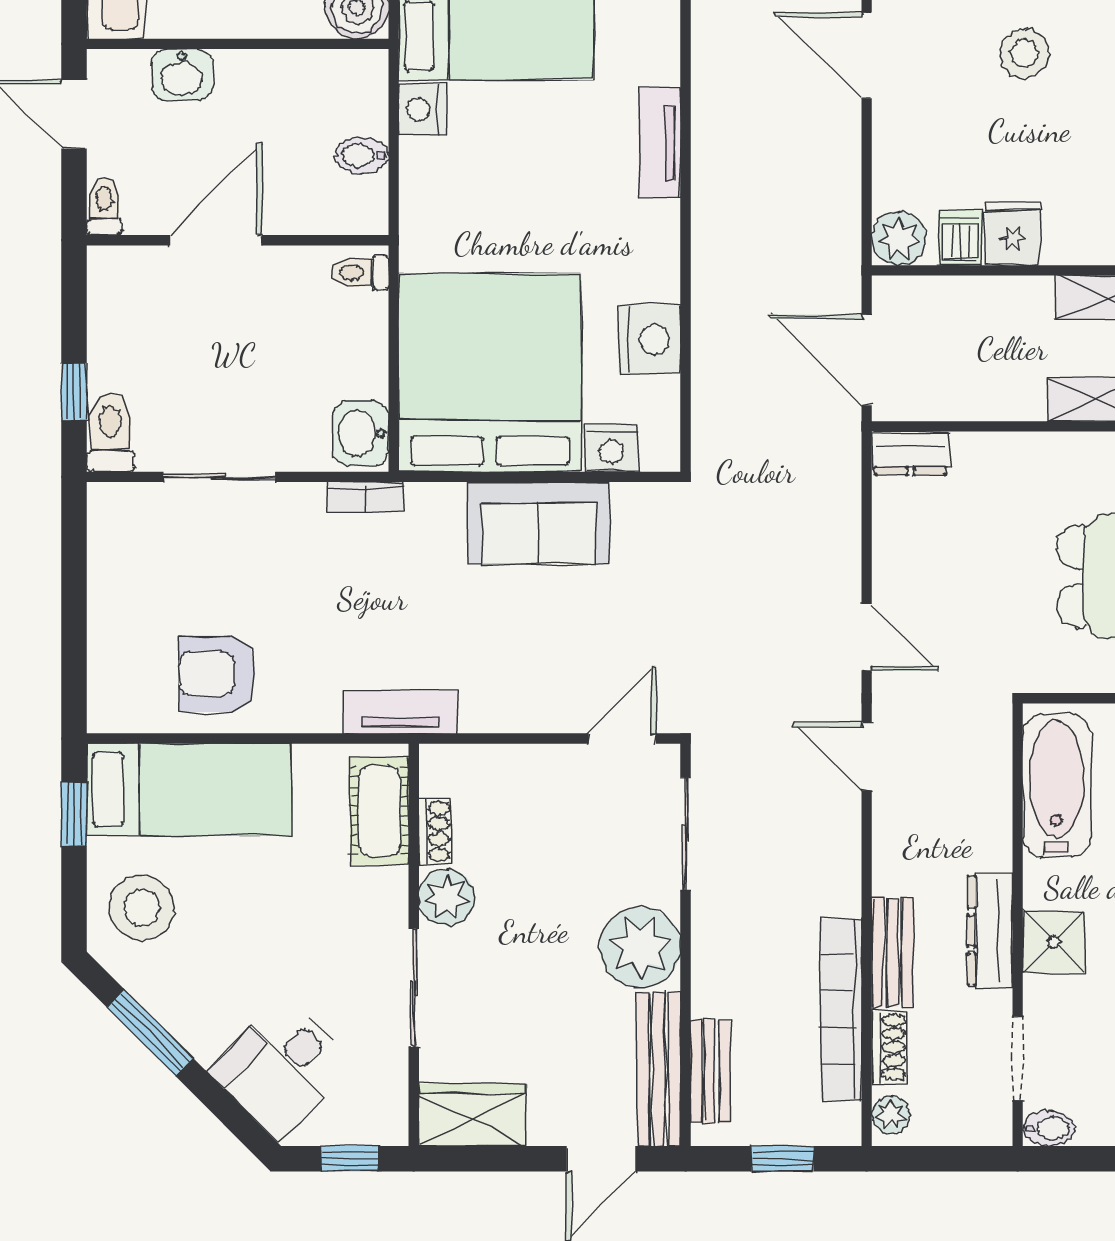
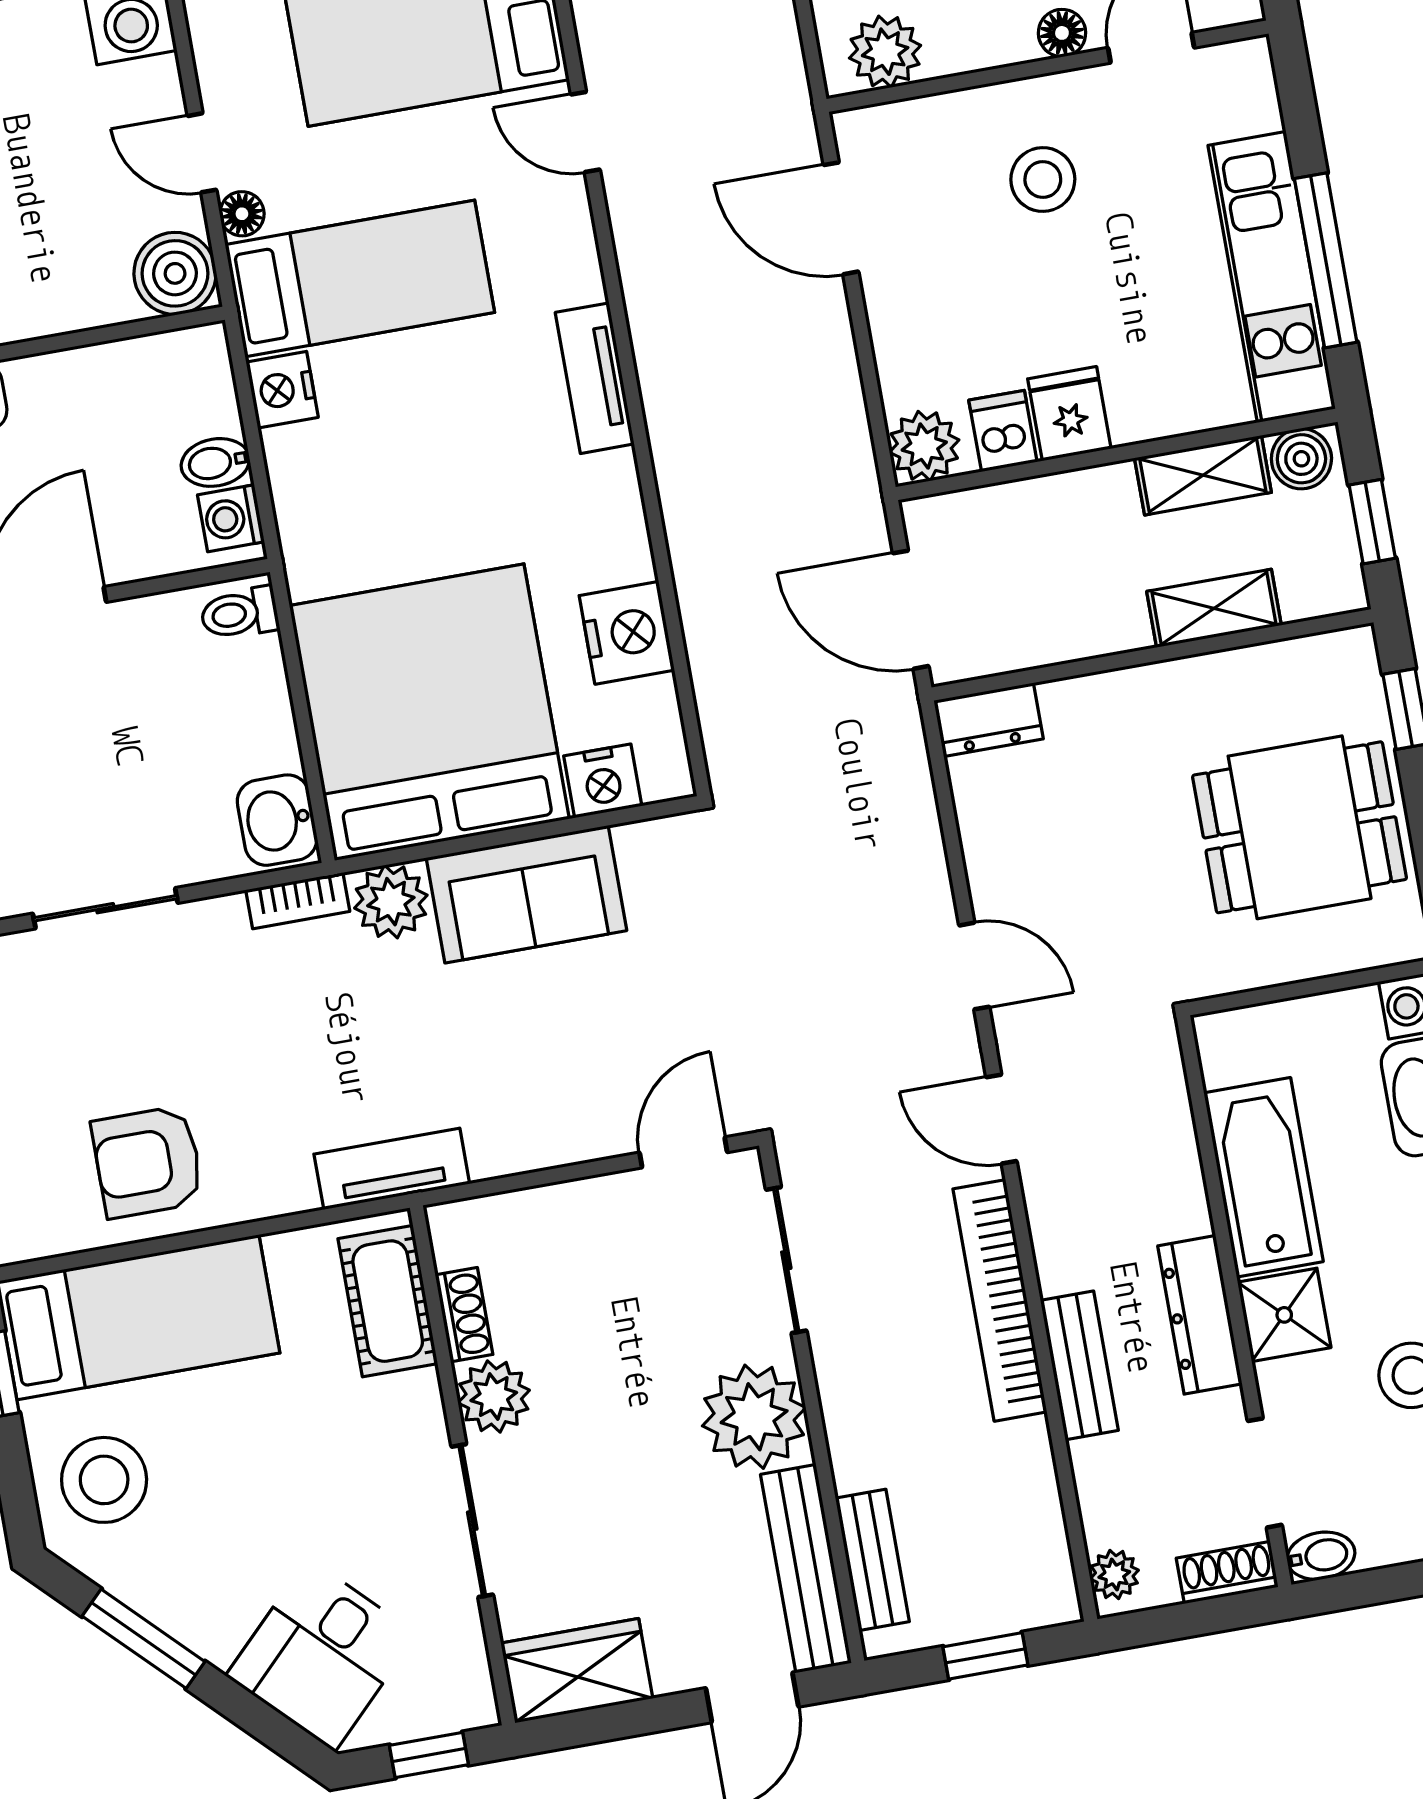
washing machine: (366, 200) -> (231, 518), added
plant: (436, 510) -> (391, 902), added
bathtub: (1057, 786) -> (1264, 1177), moved
bookcase: (841, 1010) -> (1000, 1300), moved
shoe rack: (889, 1047) -> (1227, 1573), moved, turned -90

